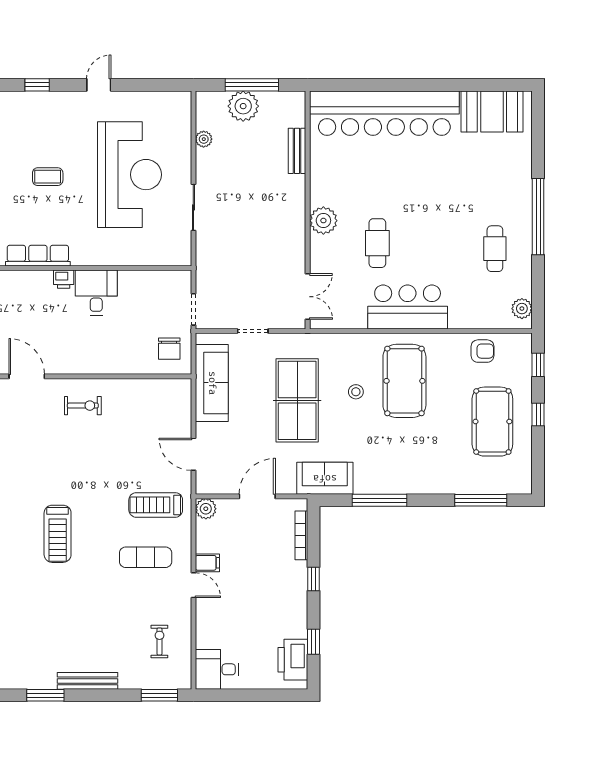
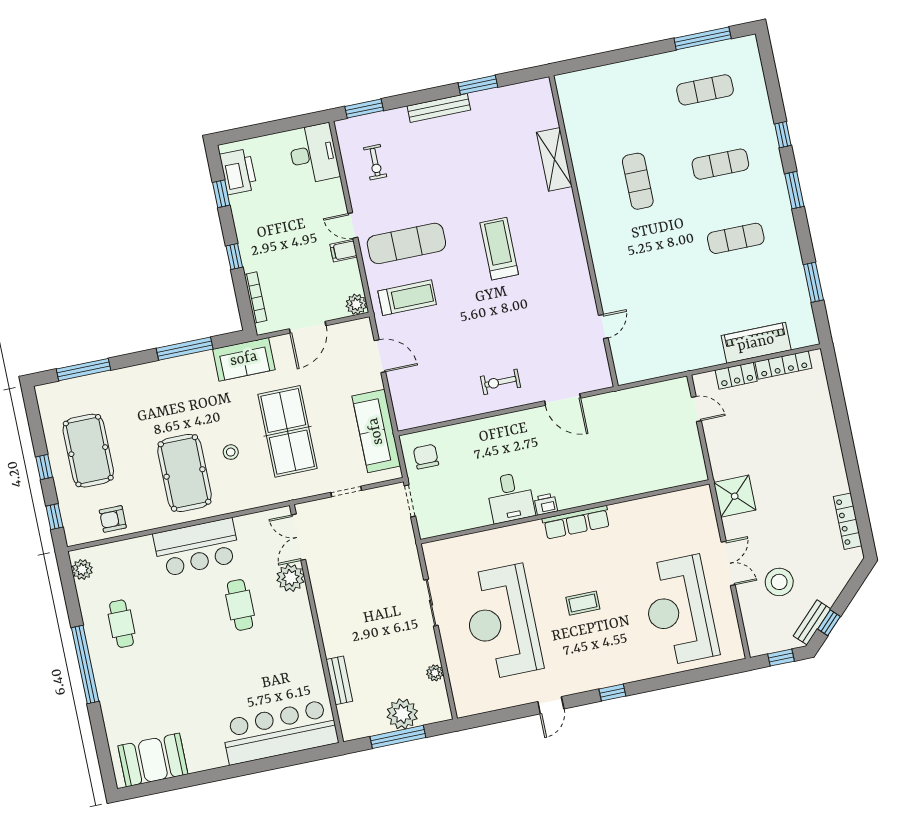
bar counter: (384, 113) -> (280, 732), width x0.73
plant: (323, 221) -> (291, 578), moved
exercise mat: (146, 557) -> (406, 243), width x1.36, depth x1.45
desk: (217, 669) -> (313, 154), width x1.37

